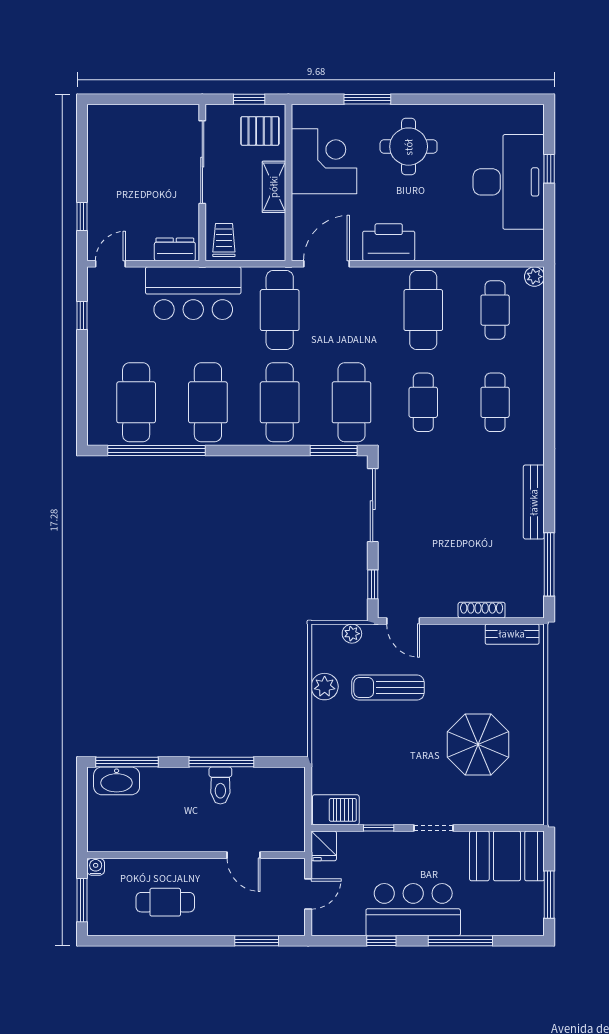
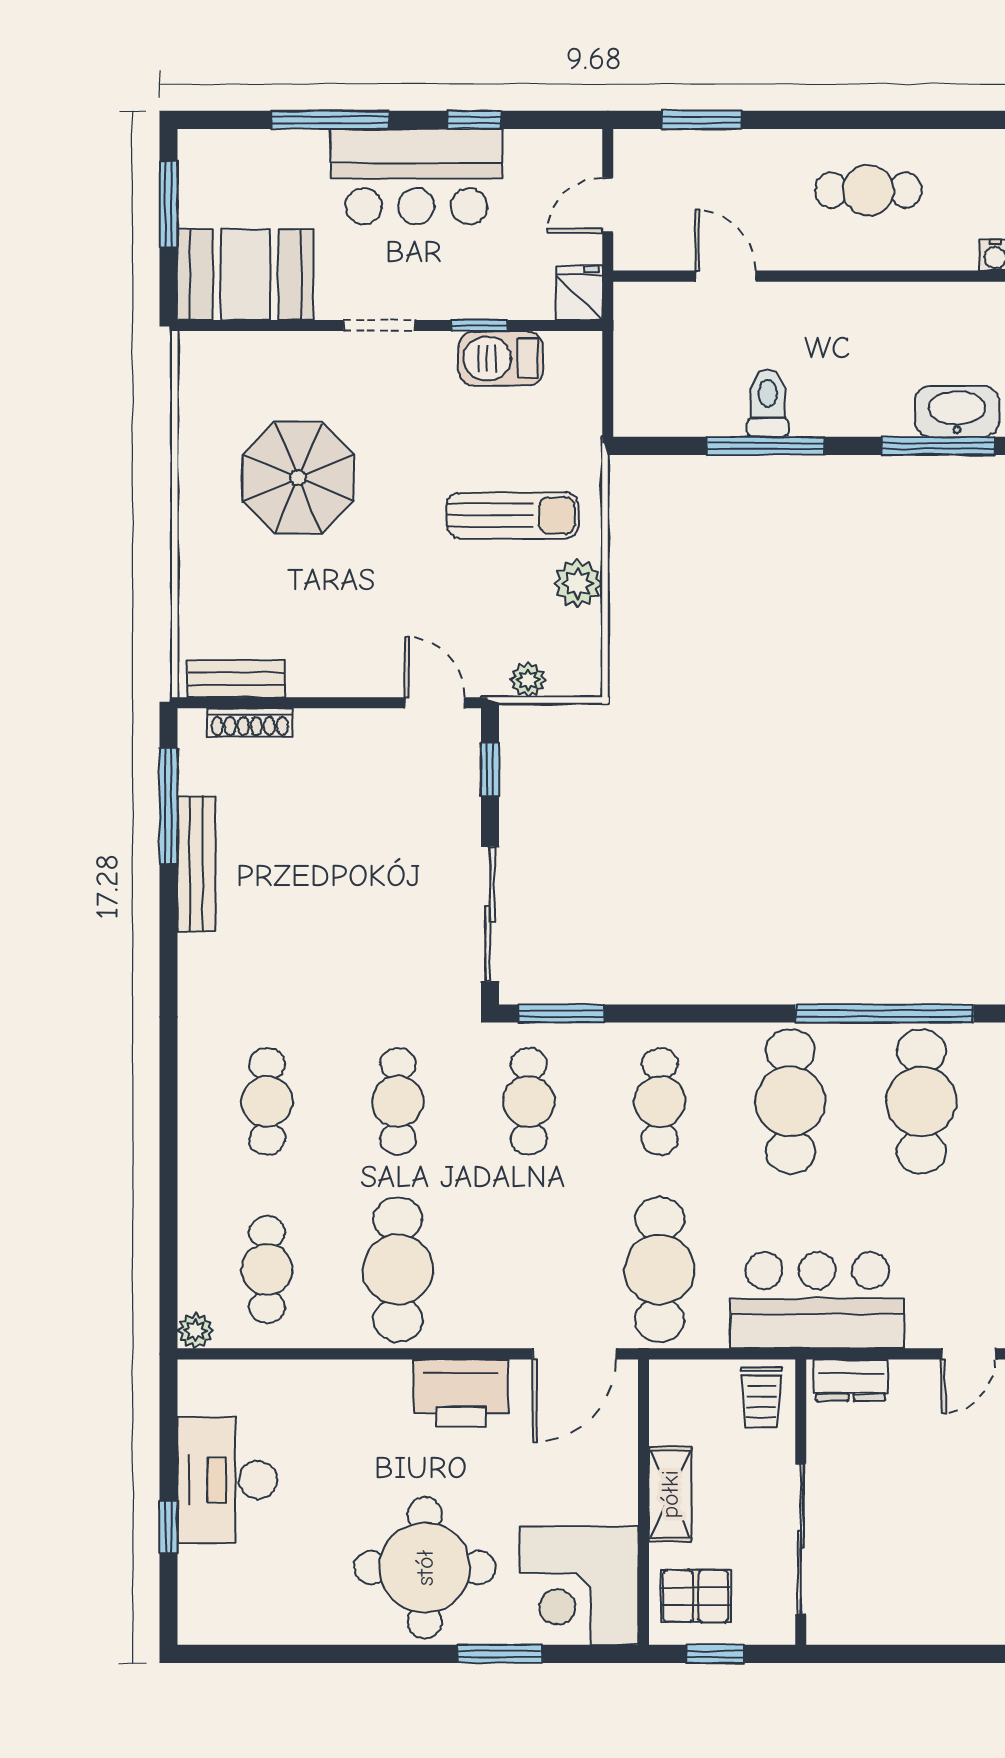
round table: (409, 147) -> (425, 1568), width x1.36, depth x1.36
corner desk: (324, 161) -> (579, 1585), moved
desk: (509, 182) -> (227, 1480), width x0.73, depth x0.77
cafe table: (280, 402) -> (660, 1101), width x0.73, depth x0.74
cafe table: (351, 402) -> (529, 1101), width x0.73, depth x0.74
bench: (534, 502) -> (196, 864), moved
shoe rack: (482, 610) -> (250, 723), moved
sun lounger: (388, 688) -> (513, 515), moved
barbecue: (336, 810) -> (501, 359), moved

